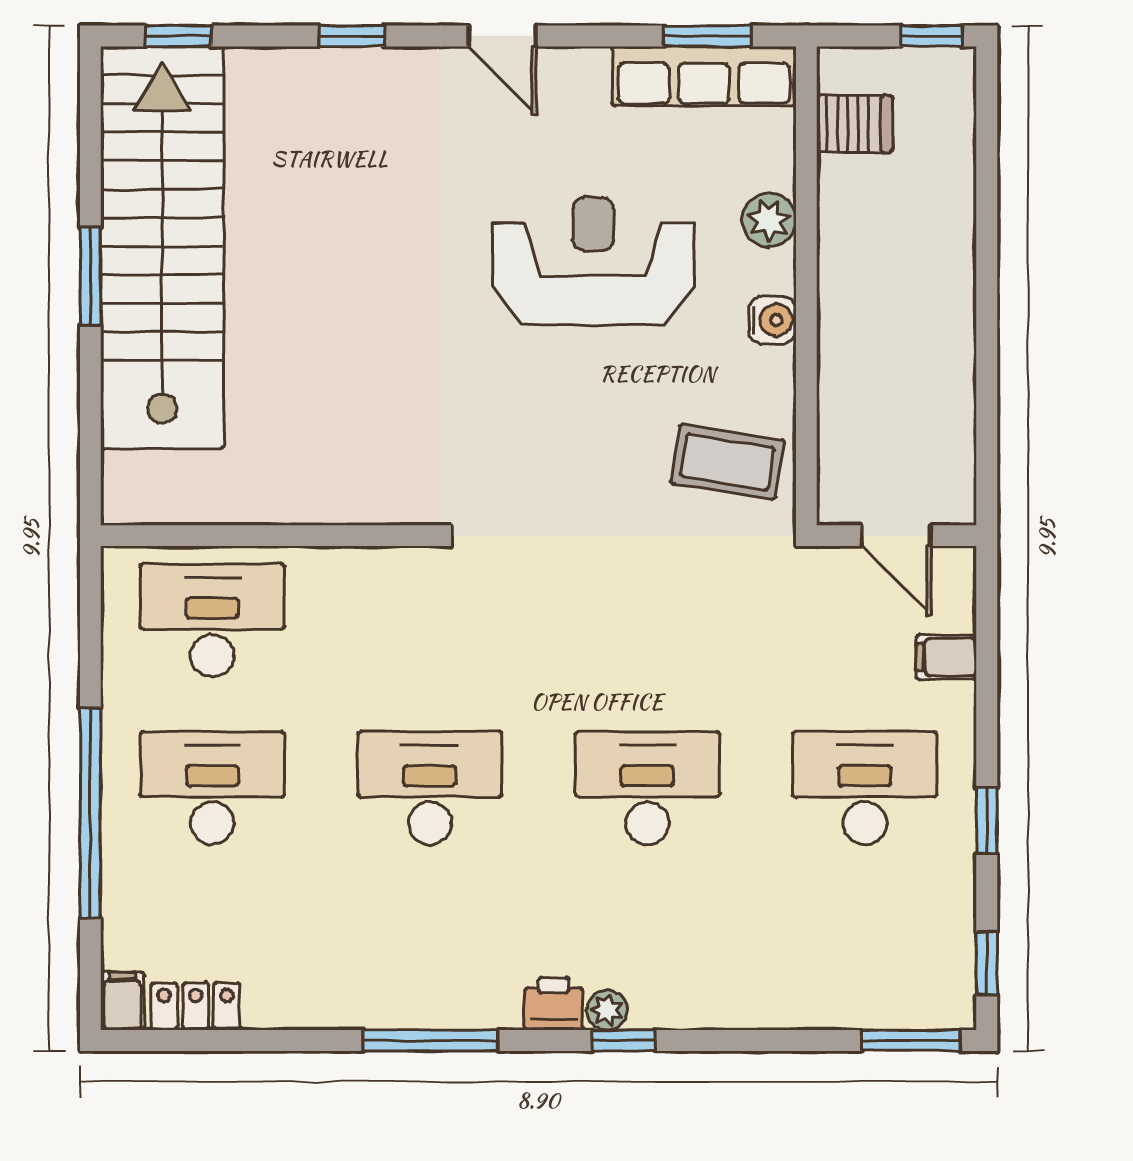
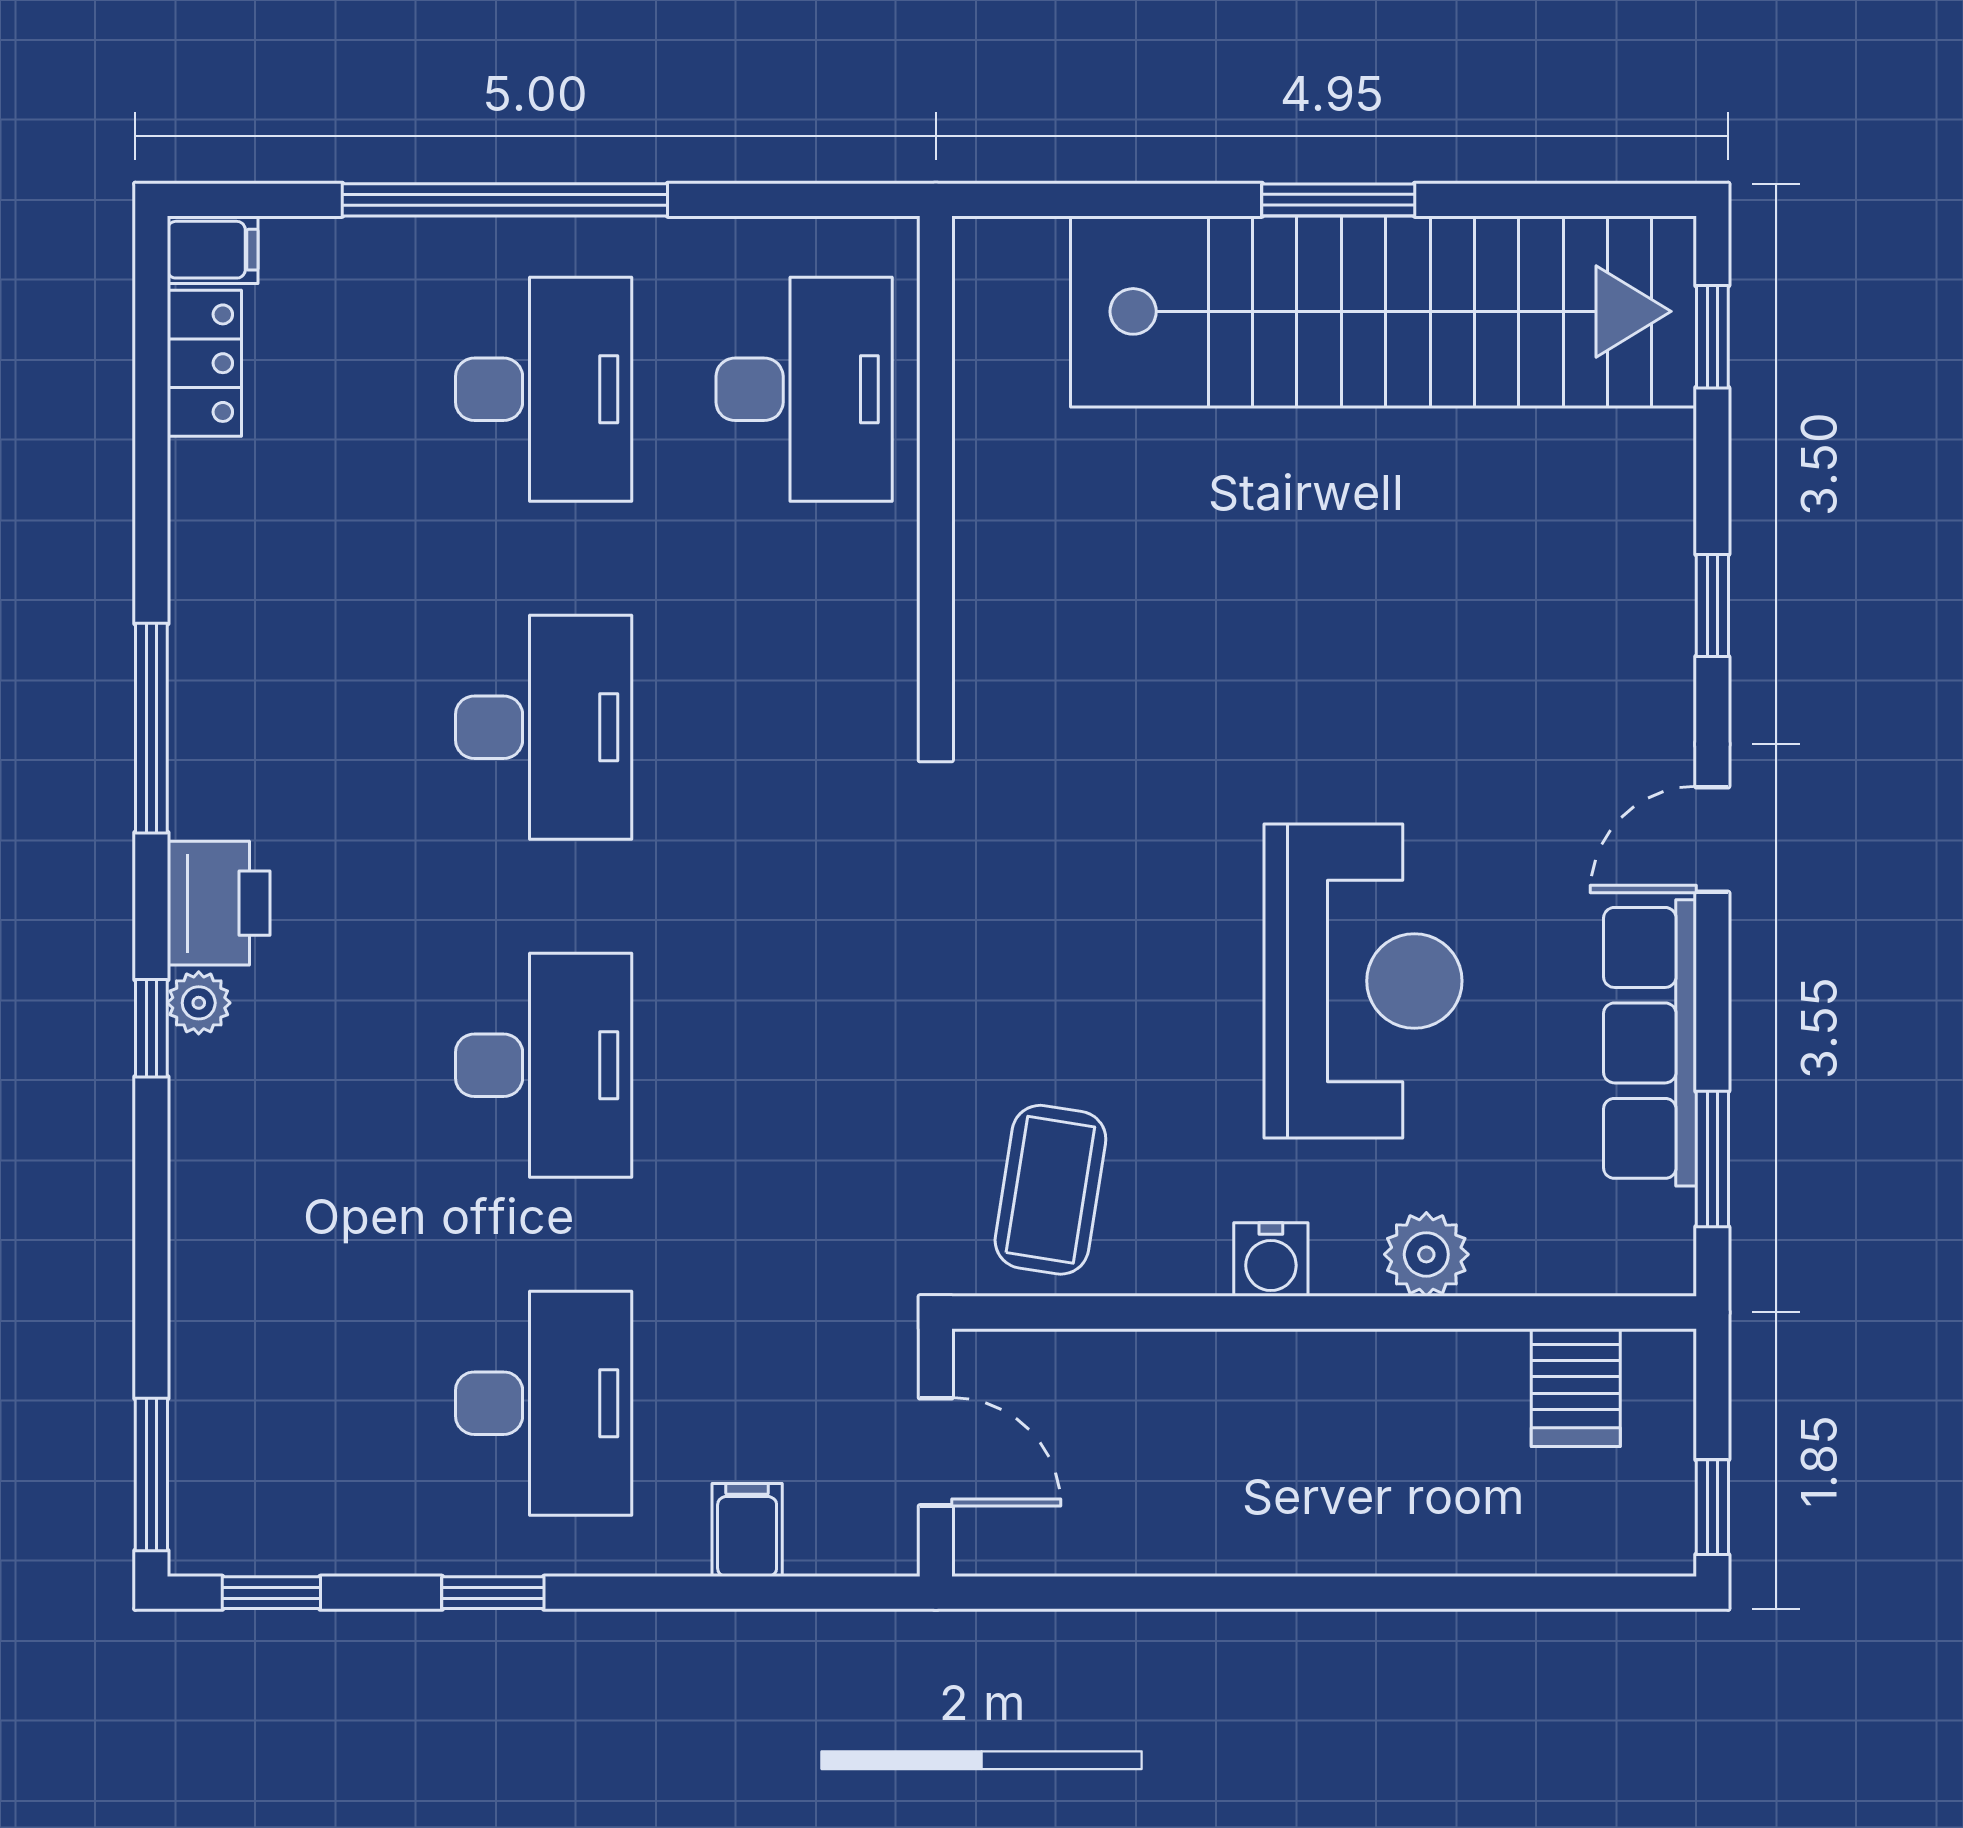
row of seats: (704, 76) -> (1650, 1043), moved
door: (896, 536) -> (936, 1452), swing flipped
printer: (554, 1004) -> (219, 903), width x1.36, depth x1.24

